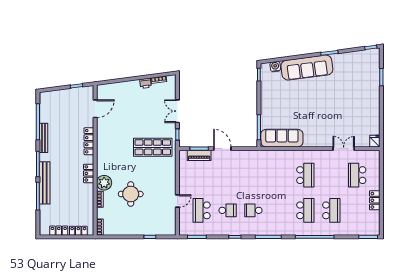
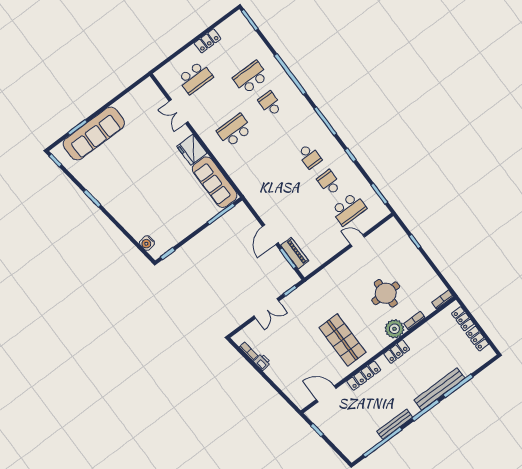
sofa: (307, 68) -> (94, 133), moved, turned 97
fridge: (375, 141) -> (192, 150), moved, width x1.88, depth x1.34
shop shelf: (153, 147) -> (342, 340), moved
school desk: (305, 210) -> (270, 104), width x0.54

